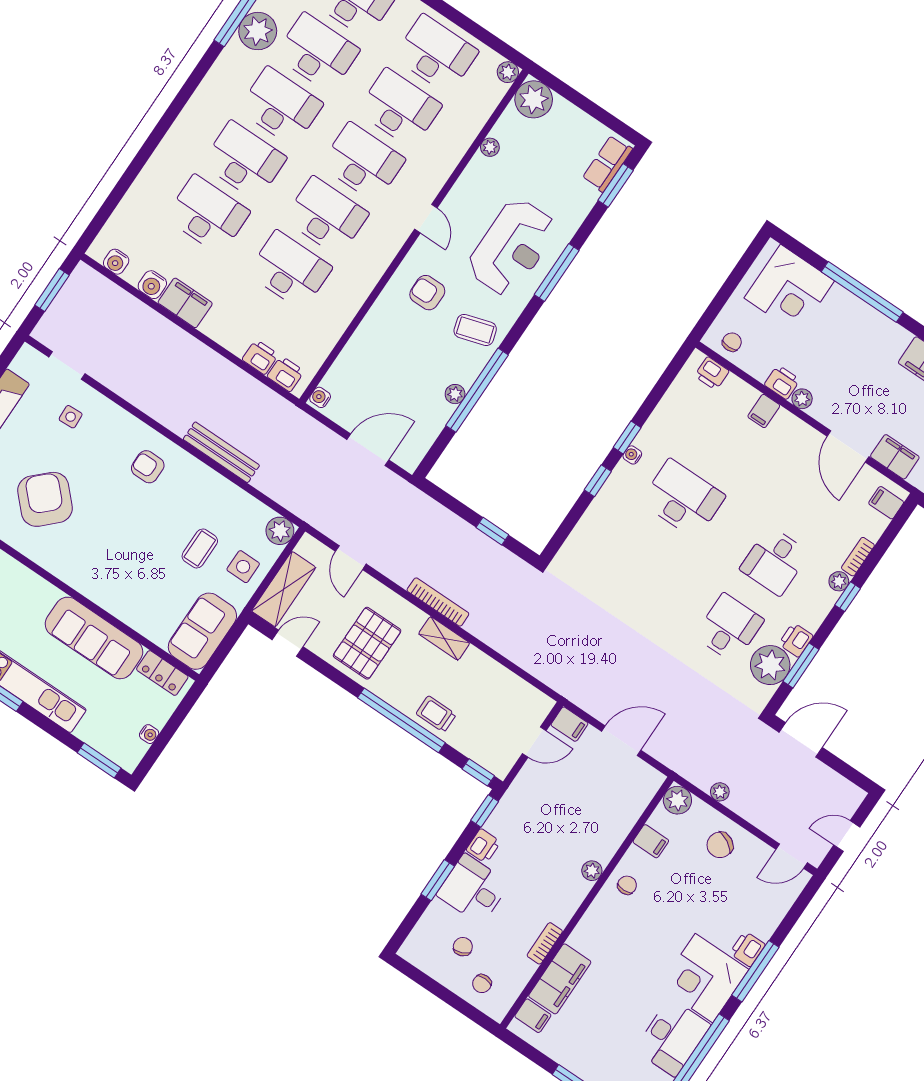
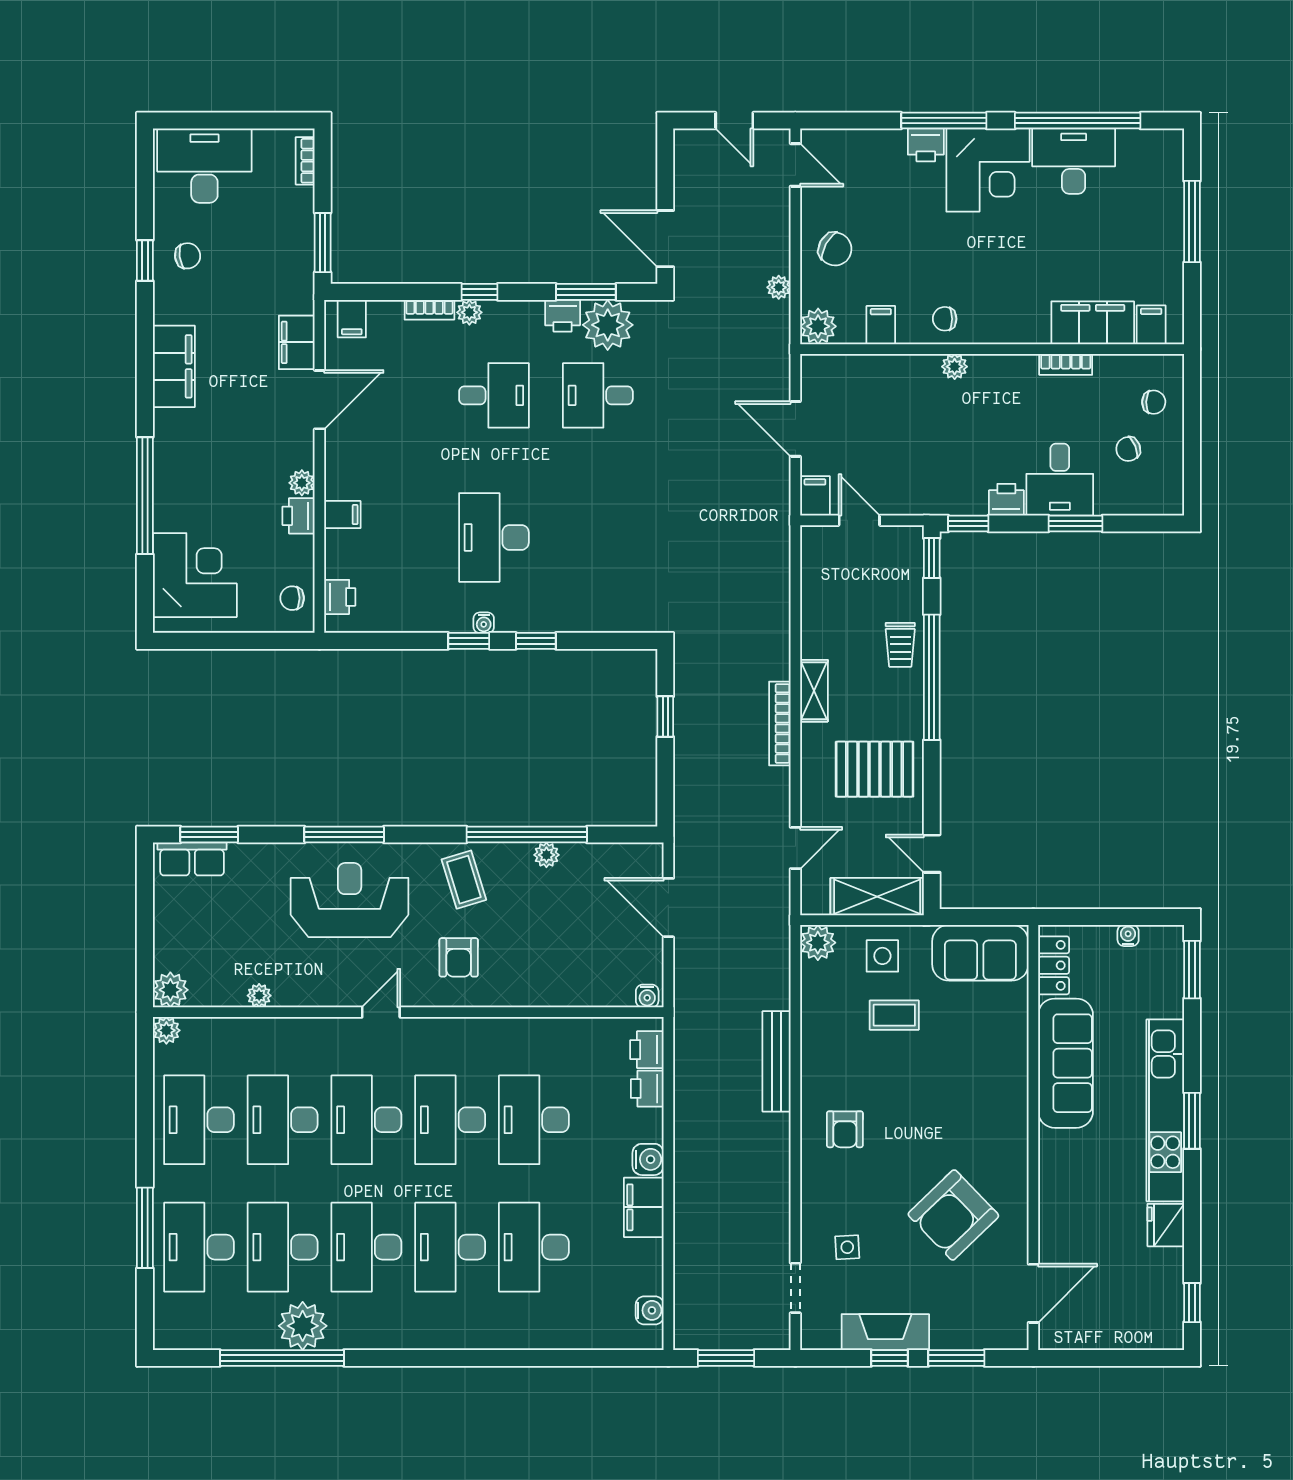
plant: (534, 99) -> (170, 990), width x0.73, depth x0.73
water cooler: (152, 285) -> (648, 1159), moved

